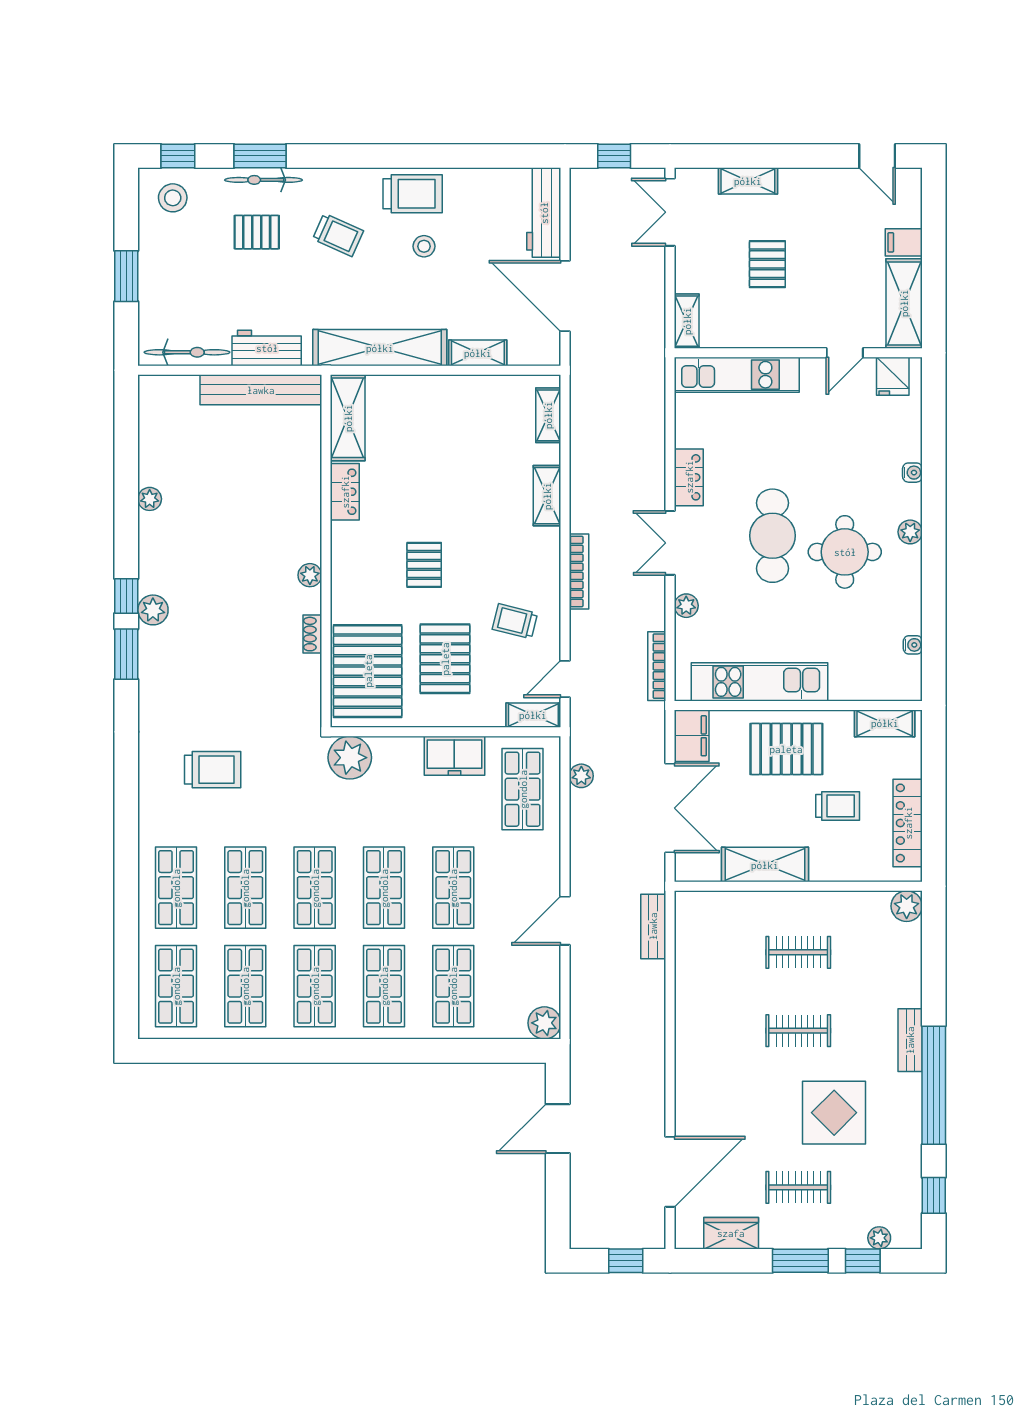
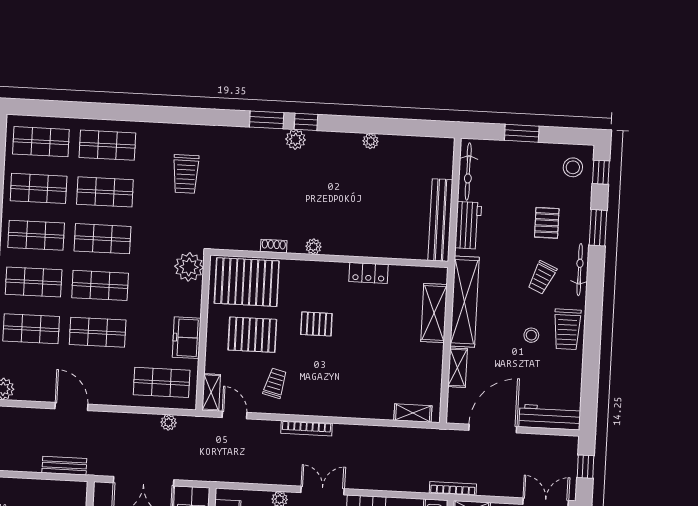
bicycle: (264, 180) -> (580, 270), moved
shelving: (348, 418) -> (434, 313), moved, turned 90
shelving: (547, 496) -> (359, 409), removed
bookcase: (657, 666) -> (453, 488), moved

